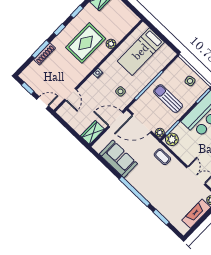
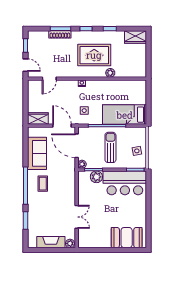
bed: (141, 52) -> (125, 115), moved
plant: (172, 139) -> (96, 177), moved
coffee table: (162, 157) -> (43, 184), moved

